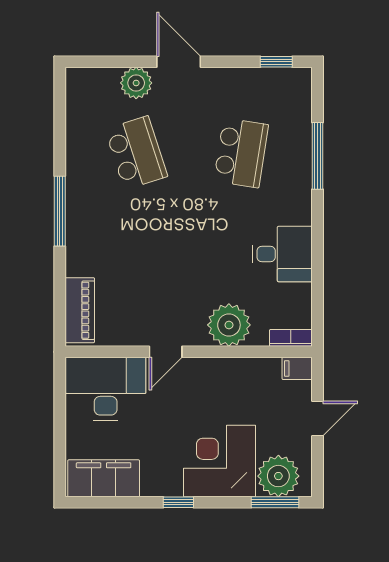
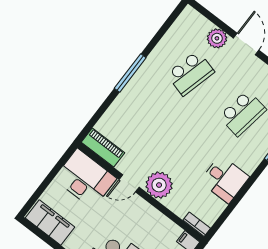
school desk: (136, 153) -> (190, 73), turned 33
piano: (80, 310) -> (103, 147), moved, turned -90
plant: (229, 325) -> (159, 185), moved

